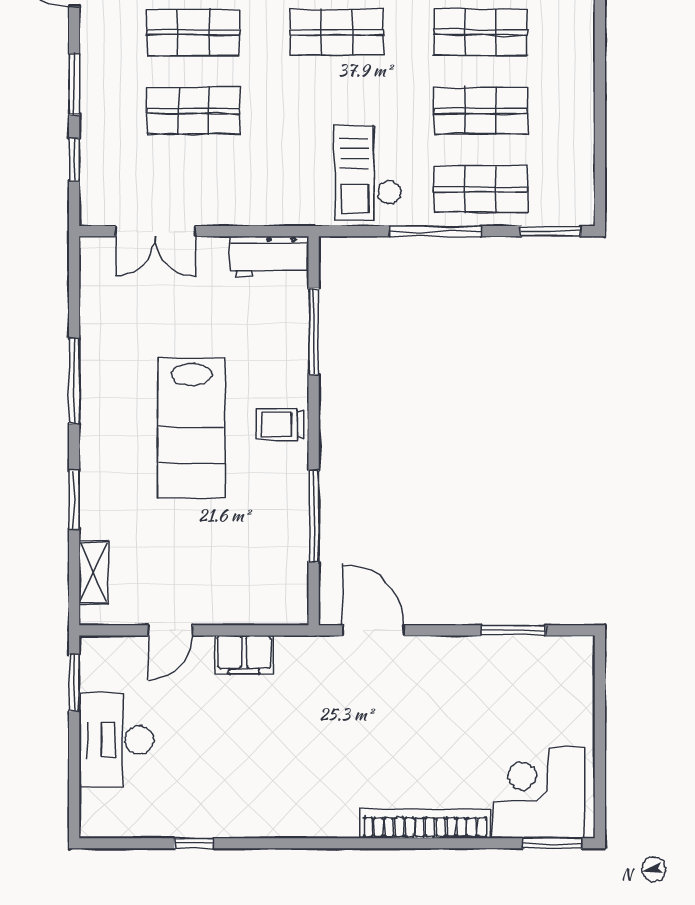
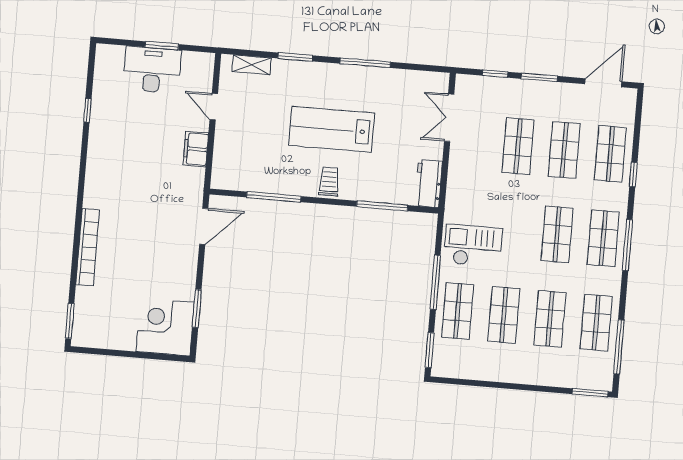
window: (74, 683) -> (162, 46), moved
corner desk: (538, 792) -> (165, 327), moved, turned -90

